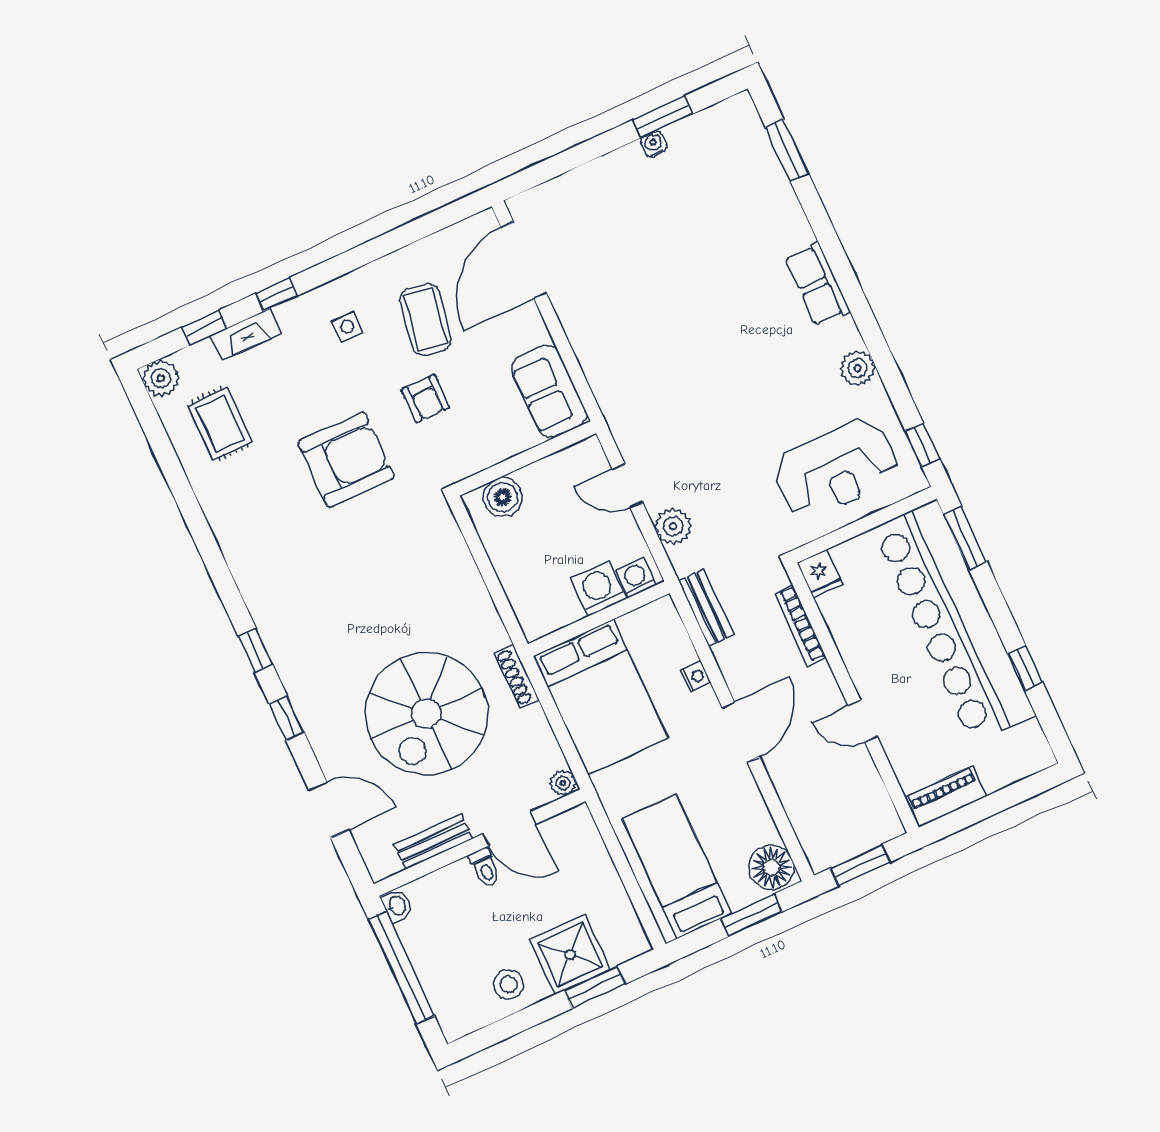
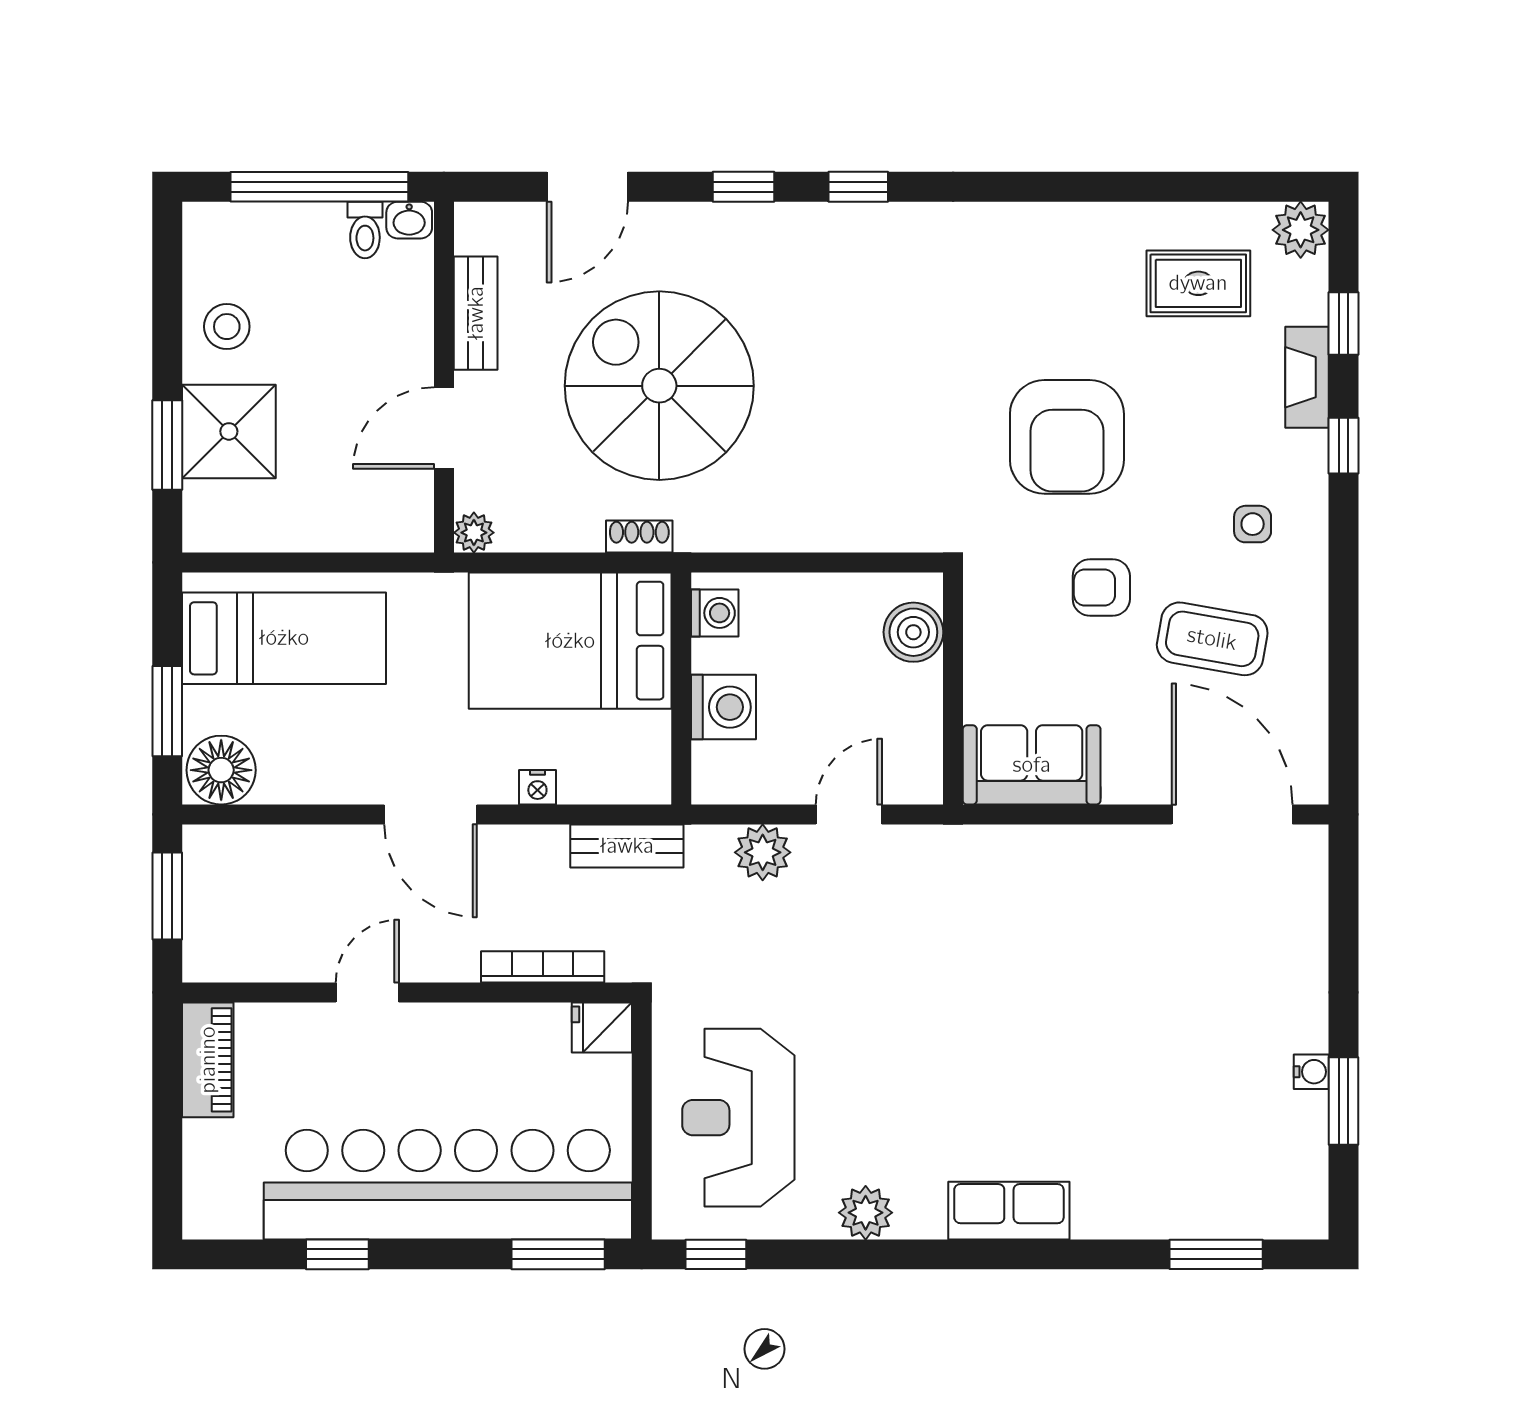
washing machine: (636, 578) -> (715, 613), moved
shoe rack: (517, 676) -> (639, 536), width x0.70
toilet: (485, 868) -> (365, 230), moved, turned -90

